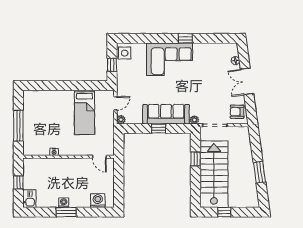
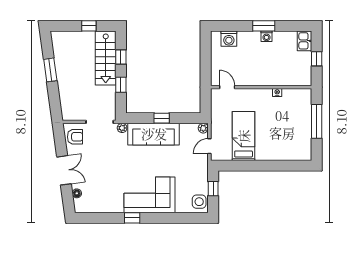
stairs: (214, 174) -> (106, 58), width x0.73, depth x0.66
window: (196, 184) -> (121, 57), added

